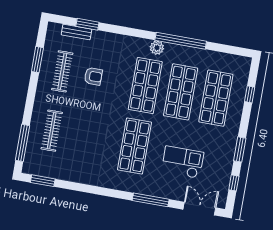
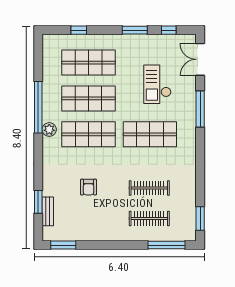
window: (37, 60) -> (63, 245), moved
clothes rail: (62, 71) -> (149, 188), moved
armchair: (93, 76) -> (89, 187), turned 180

